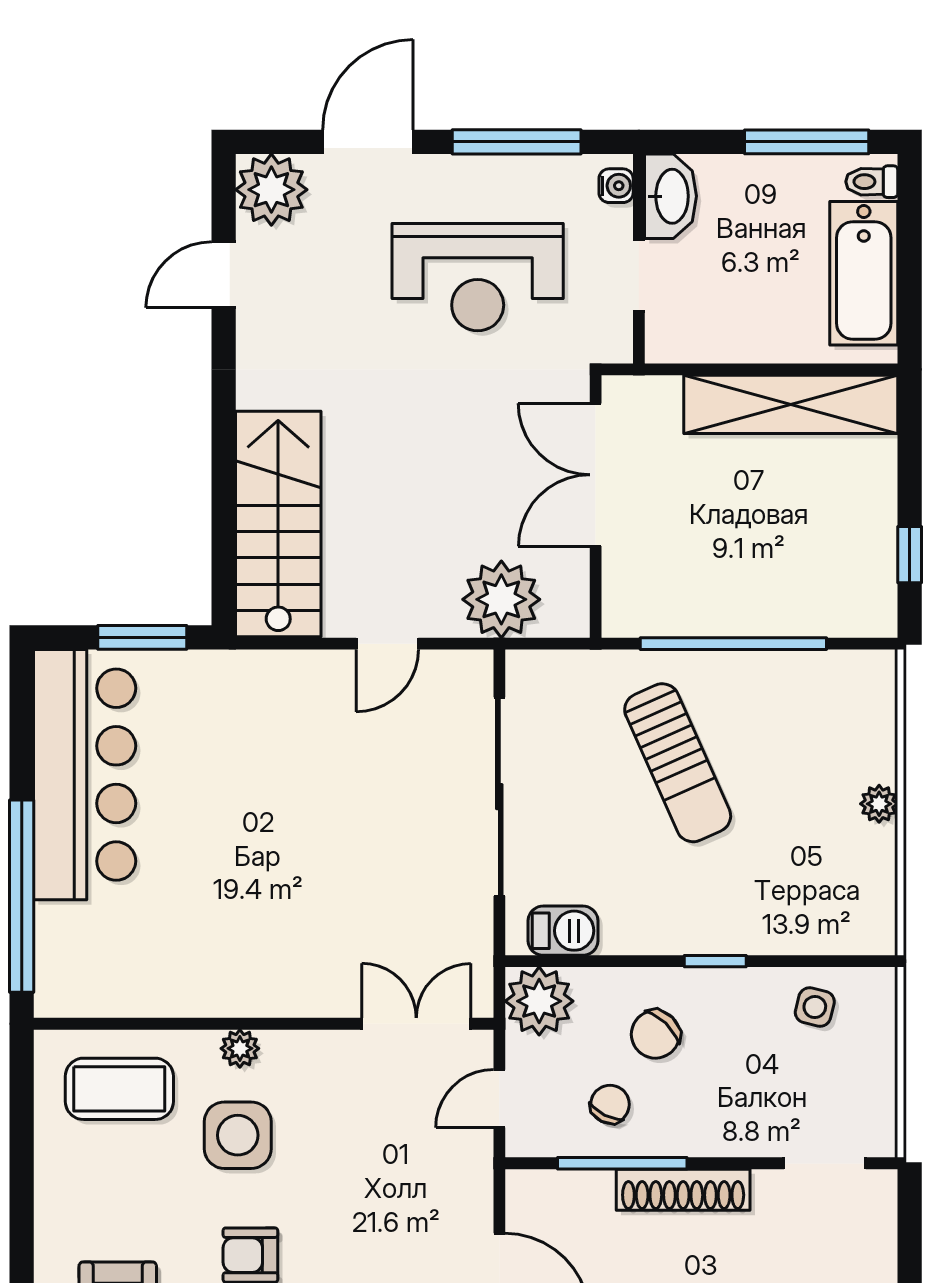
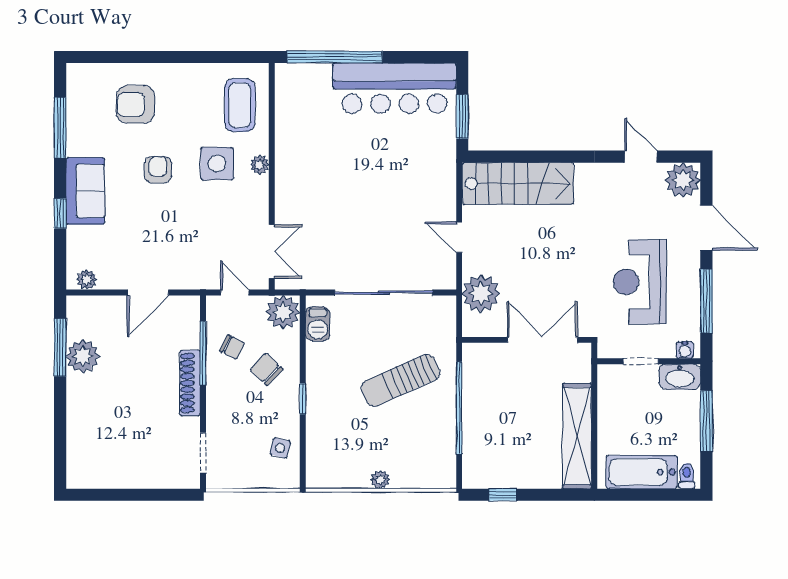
window: (807, 142) -> (706, 421), moved

